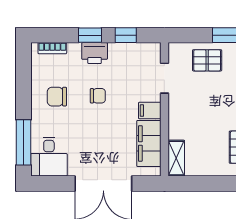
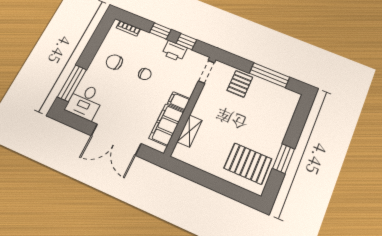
printer: (95, 53) -> (174, 51), moved
pallet: (207, 60) -> (240, 84), turned 90
doorway: (164, 78) -> (206, 72), moved
shelving: (176, 158) -> (189, 131), moved

